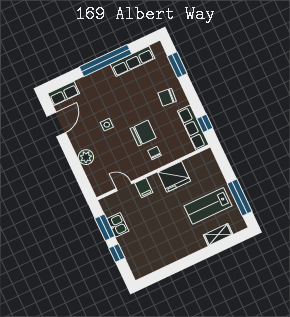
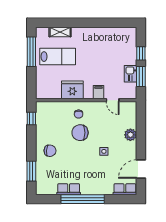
row of seats: (132, 61) -> (69, 189), width x0.68
row of seats: (193, 128) -> (41, 119), removed

